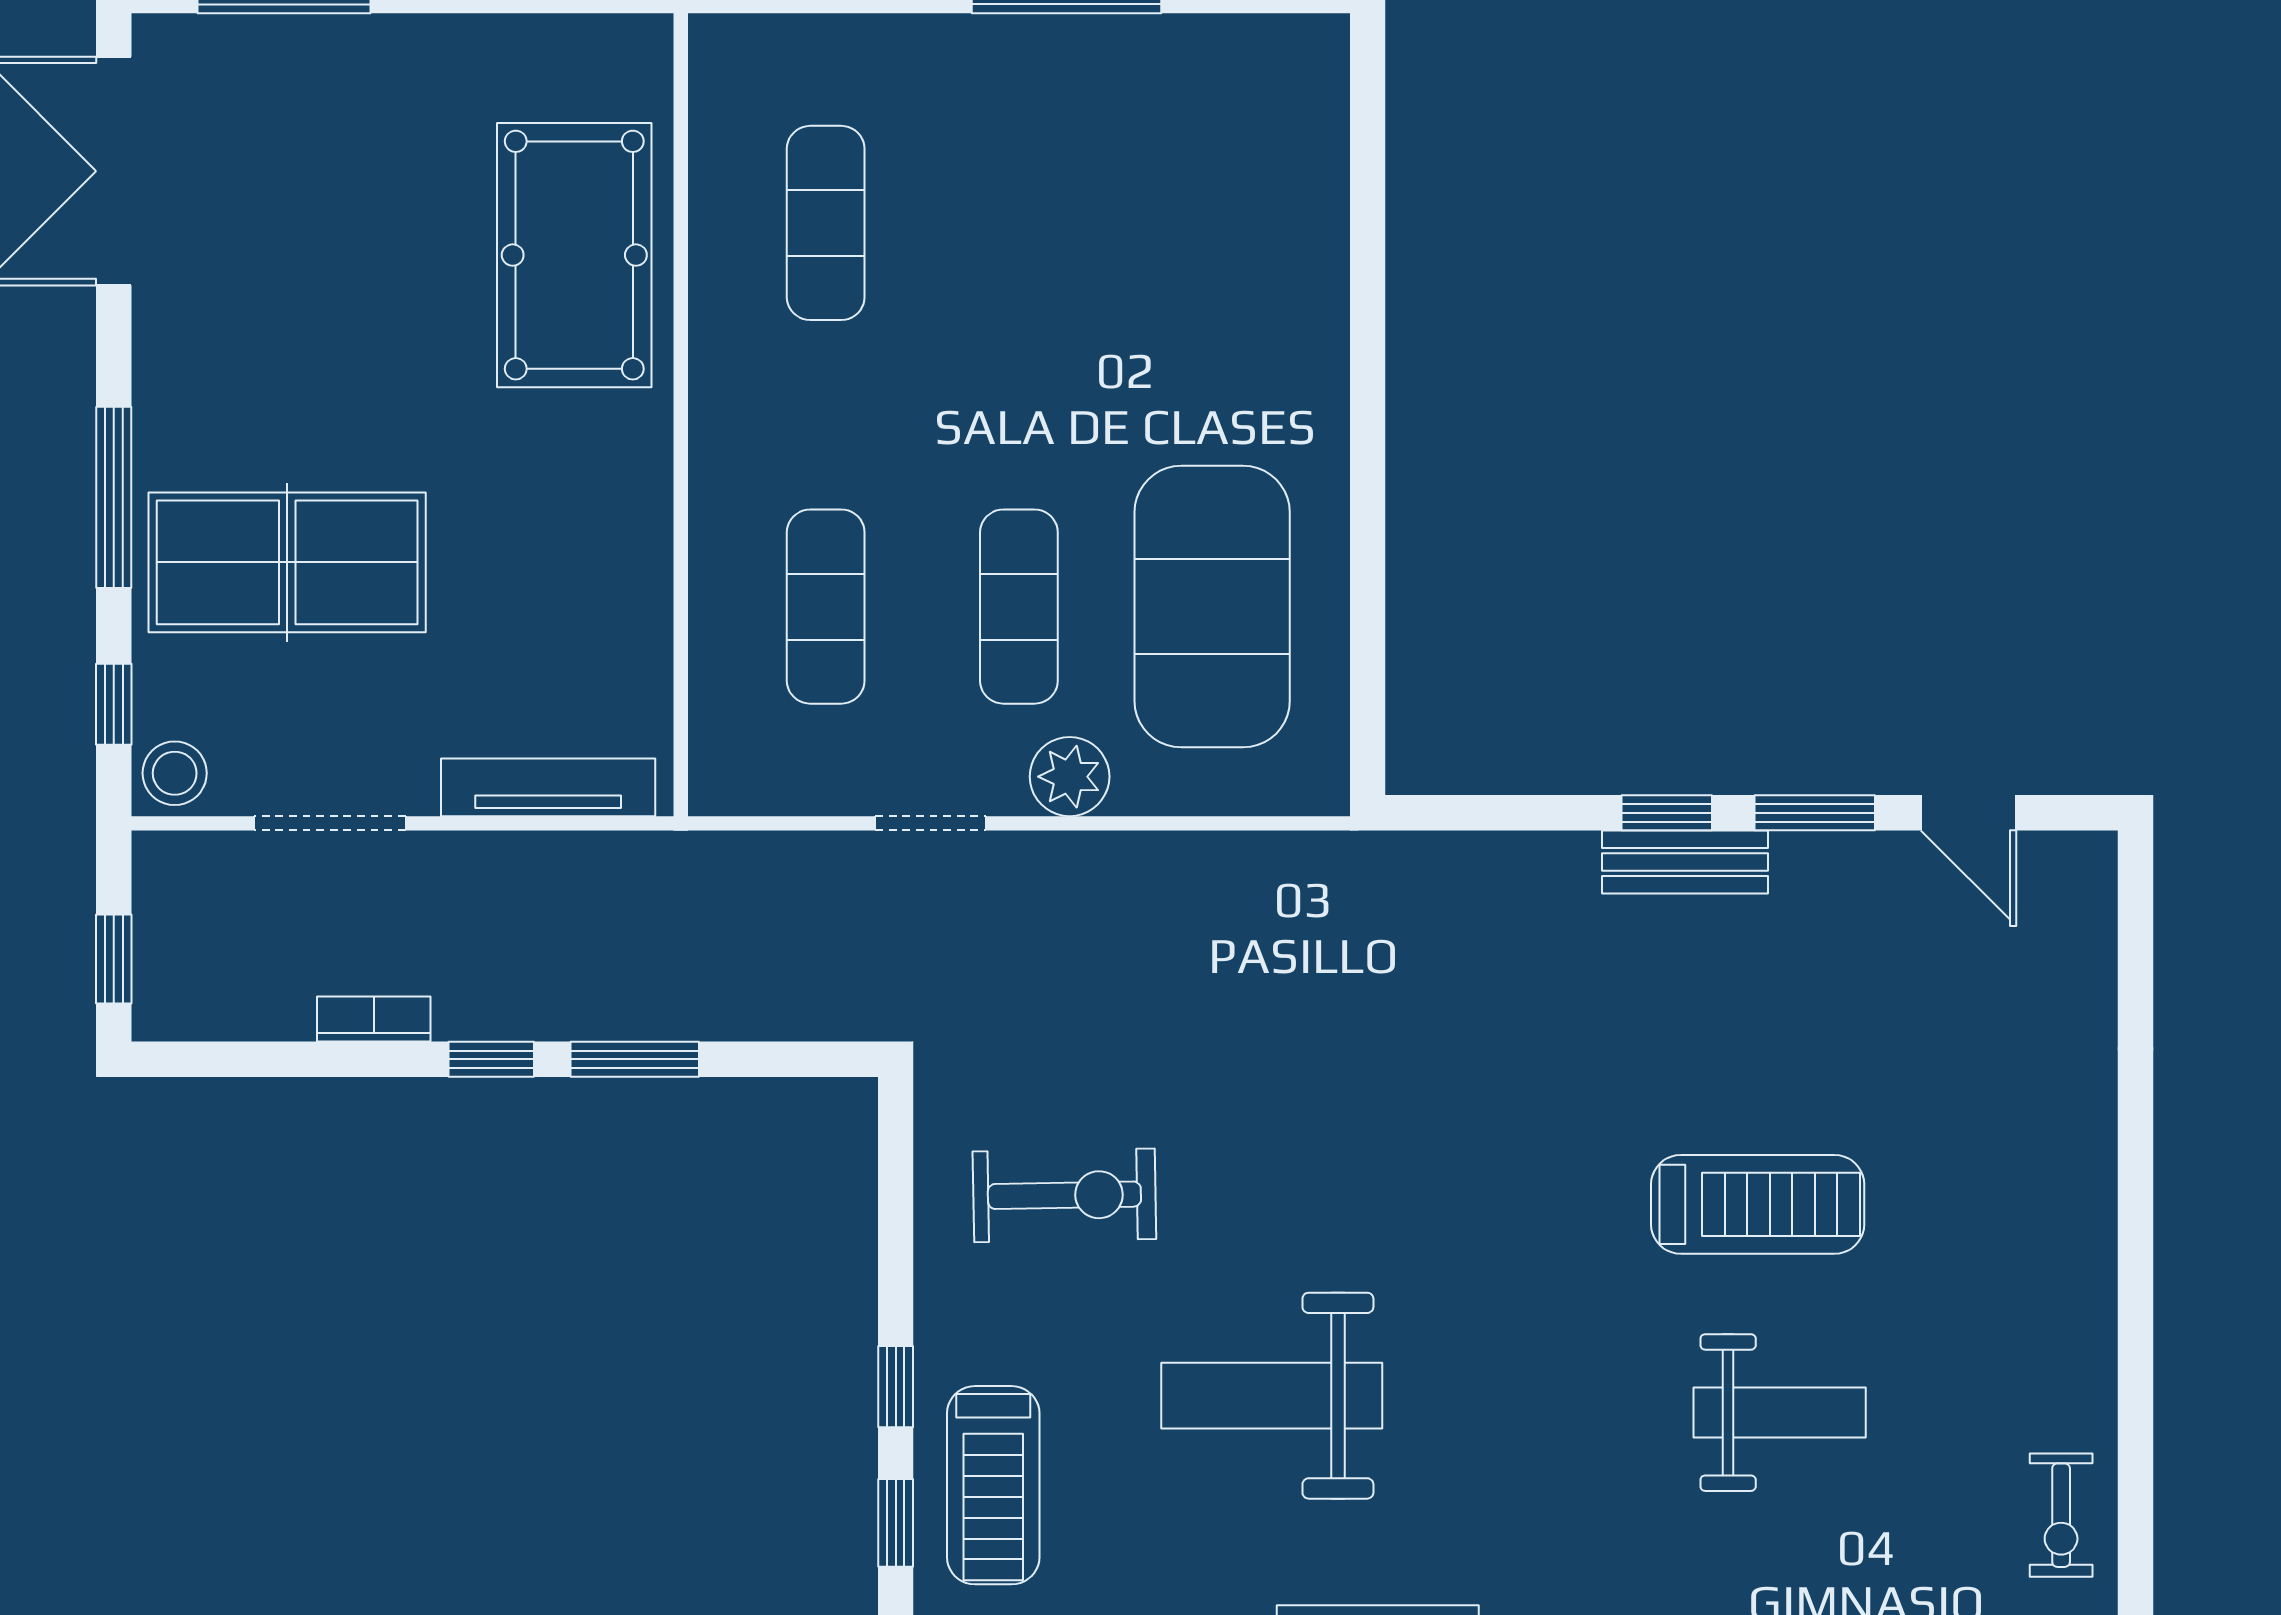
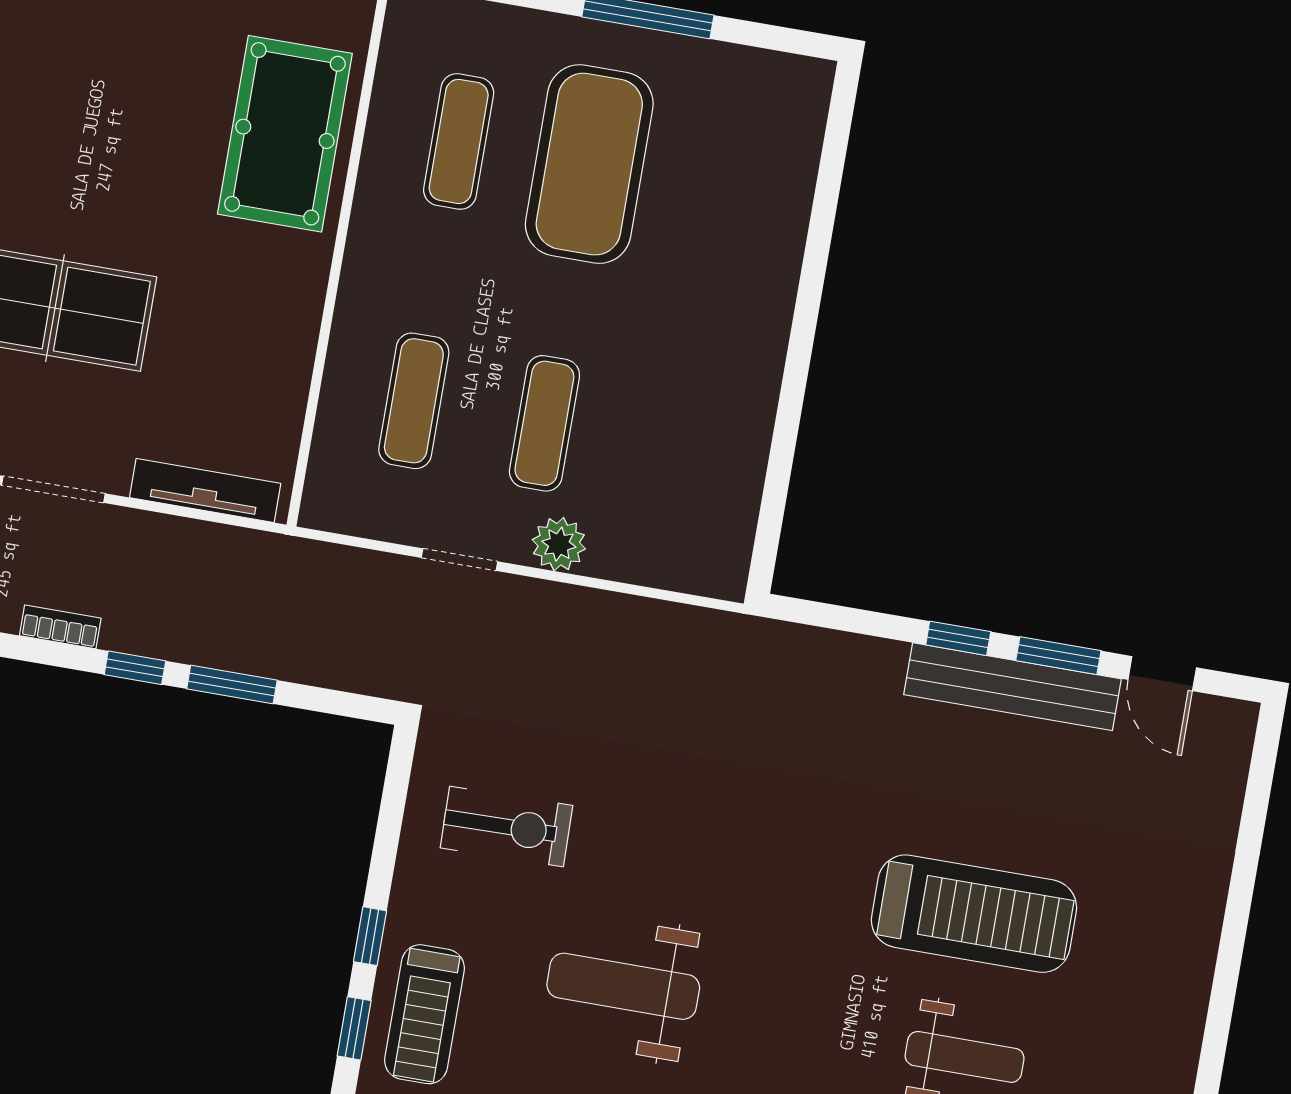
exercise mat: (1212, 607) -> (589, 164), moved
bench: (1685, 862) -> (1012, 687), width x1.86, depth x1.21
treadmill: (1758, 1204) -> (974, 914), width x1.37, depth x1.37

